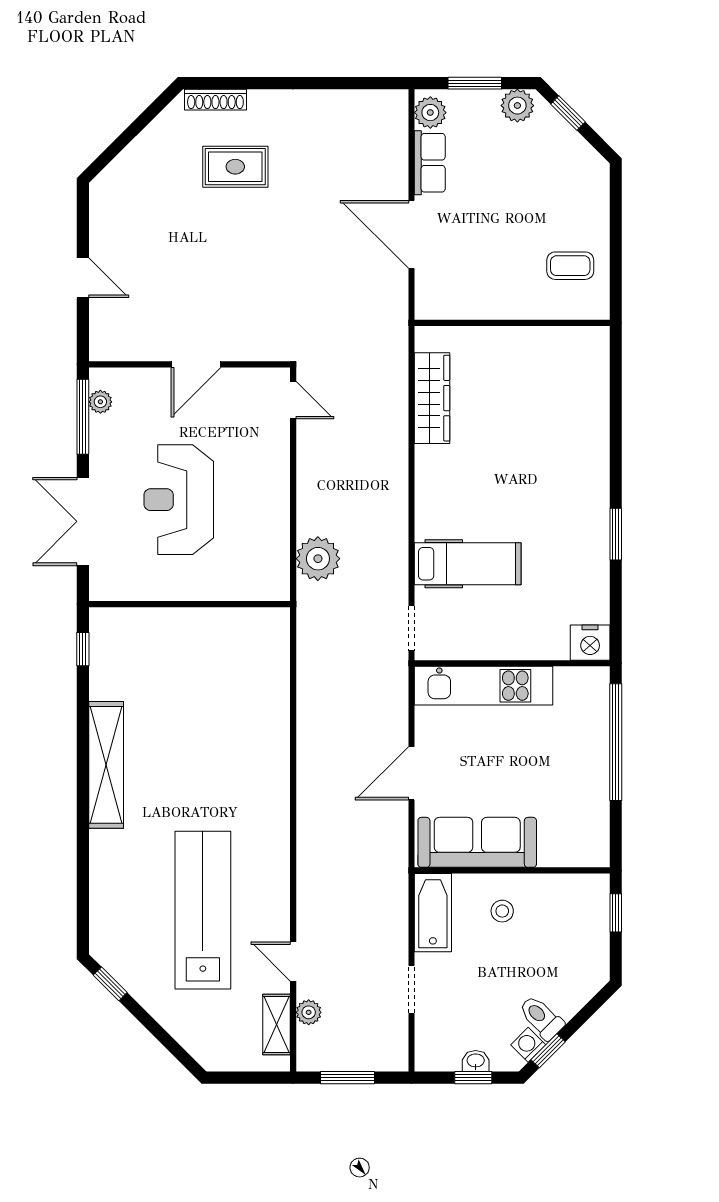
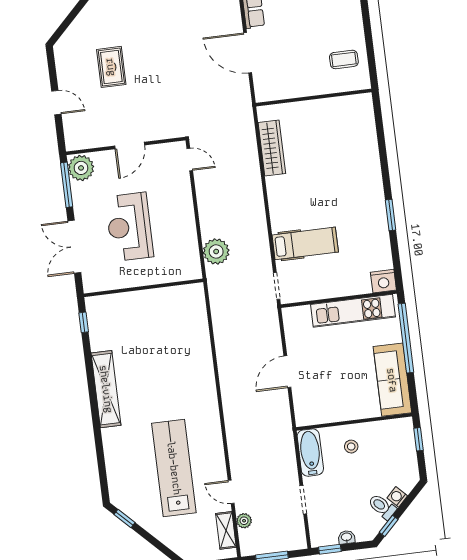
rug: (235, 167) -> (111, 67), moved, turned 90
plant: (100, 402) -> (81, 168), width x1.87, depth x1.87
kitchen unit: (484, 686) -> (353, 311), moved
sofa: (477, 842) -> (392, 380), moved, turned -90
washing machine: (528, 1045) -> (397, 497), moved
window: (473, 1078) -> (330, 549), moved

